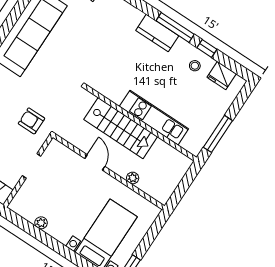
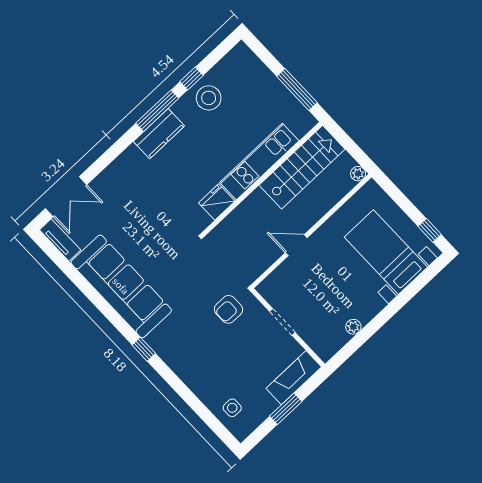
stool: (195, 66) -> (209, 98), width x1.89, depth x1.89
fridge: (222, 76) -> (217, 202), moved, turned 180
stairs: (121, 128) -> (302, 167), moved
plant: (133, 178) -> (358, 174), moved

